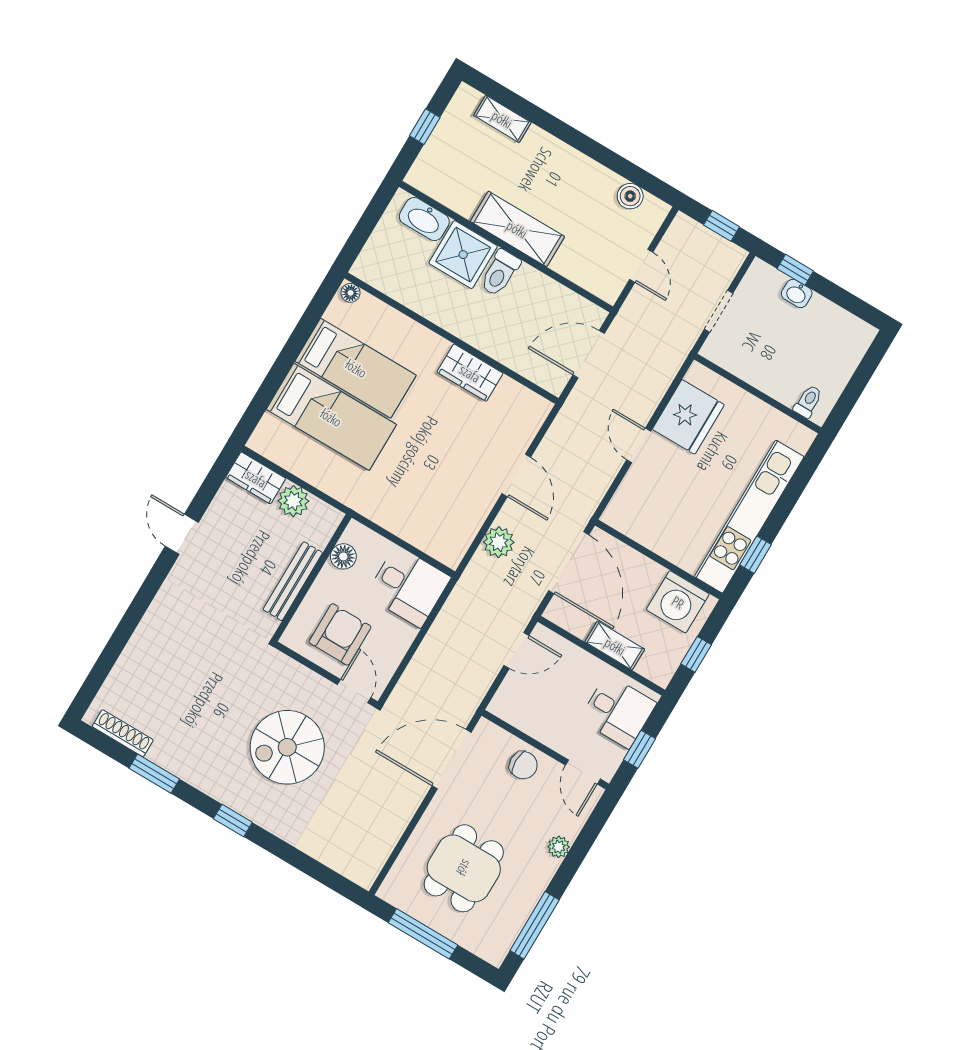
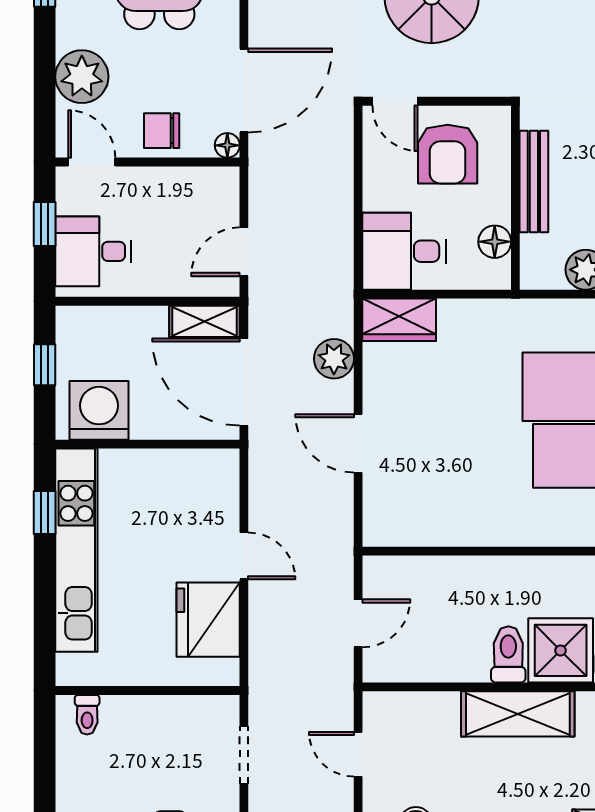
door: (589, 354) -> (358, 623), width x0.73
wardrobe: (470, 373) -> (399, 320), moved, turned 180
shelving: (615, 646) -> (205, 321), moved
floor lamp: (485, 729) -> (227, 145), added
plant: (559, 847) -> (82, 77), width x1.88, depth x1.88

